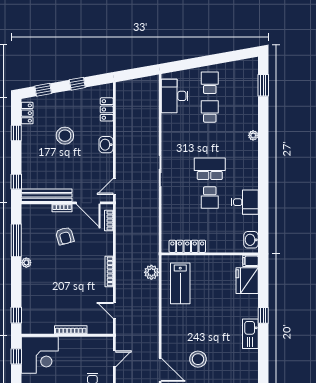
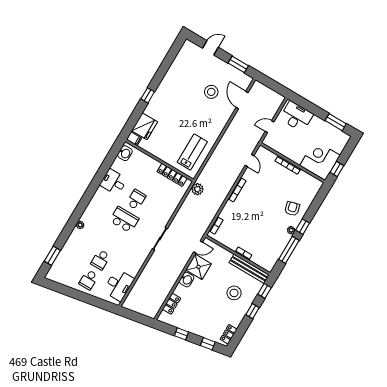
window: (16, 133) -> (252, 311), moved
stool: (65, 136) -> (234, 293), moved
shower: (101, 166) -> (198, 267), added
school desk: (210, 169) -> (124, 220), turned 180
door: (88, 203) -> (223, 246), removed
armchair: (65, 236) -> (292, 209), moved
plant: (151, 272) -> (197, 189), moved
window: (16, 315) -> (303, 227), moved
kitchen sink: (250, 334) -> (164, 88), removed

